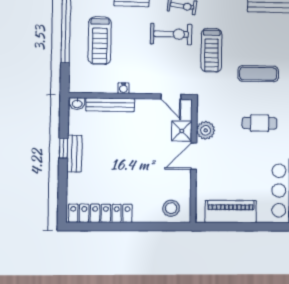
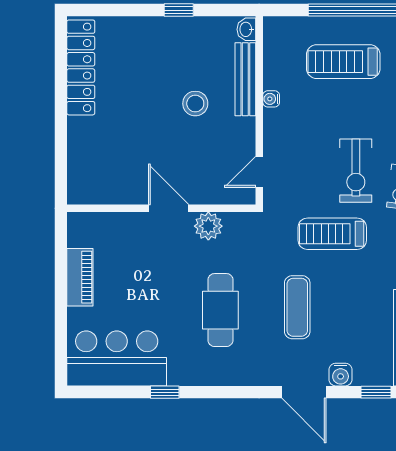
cafe table: (260, 123) -> (220, 310), width x1.37, depth x1.35
shower: (182, 131) -> (207, 189), removed
bench: (74, 153) -> (171, 27), removed
stool: (171, 208) -> (195, 104), moved
piano: (231, 211) -> (80, 277), width x0.73, depth x0.75

